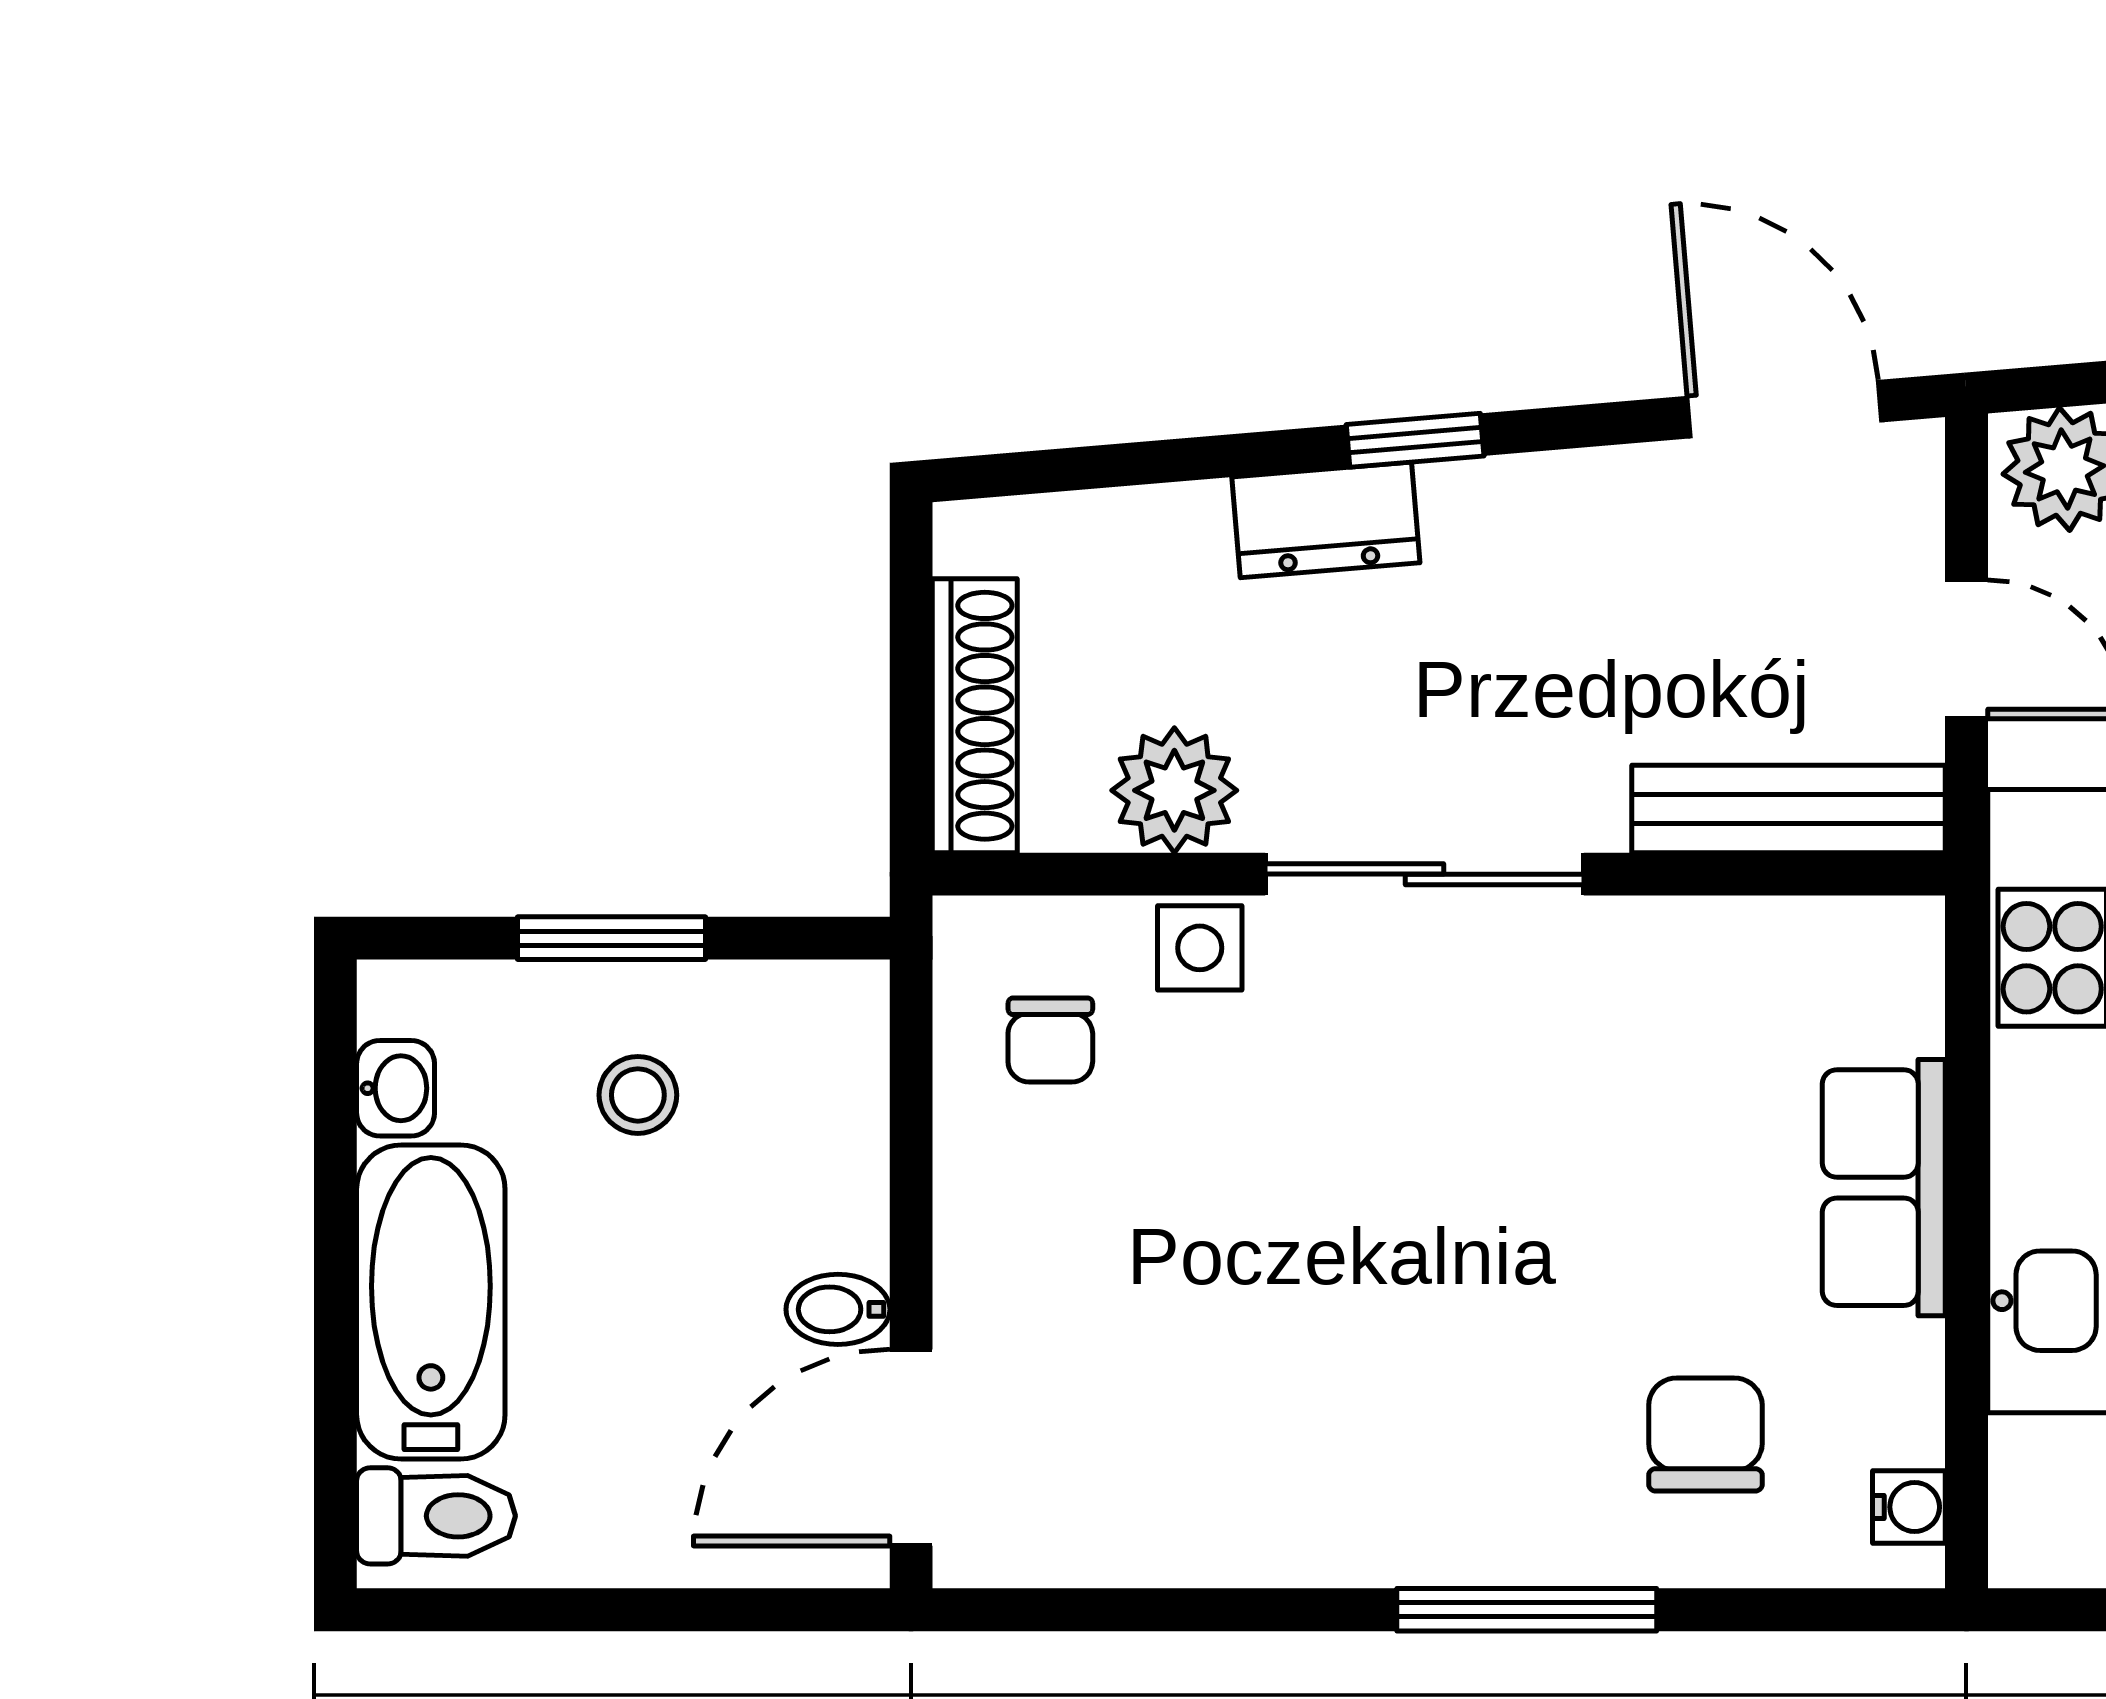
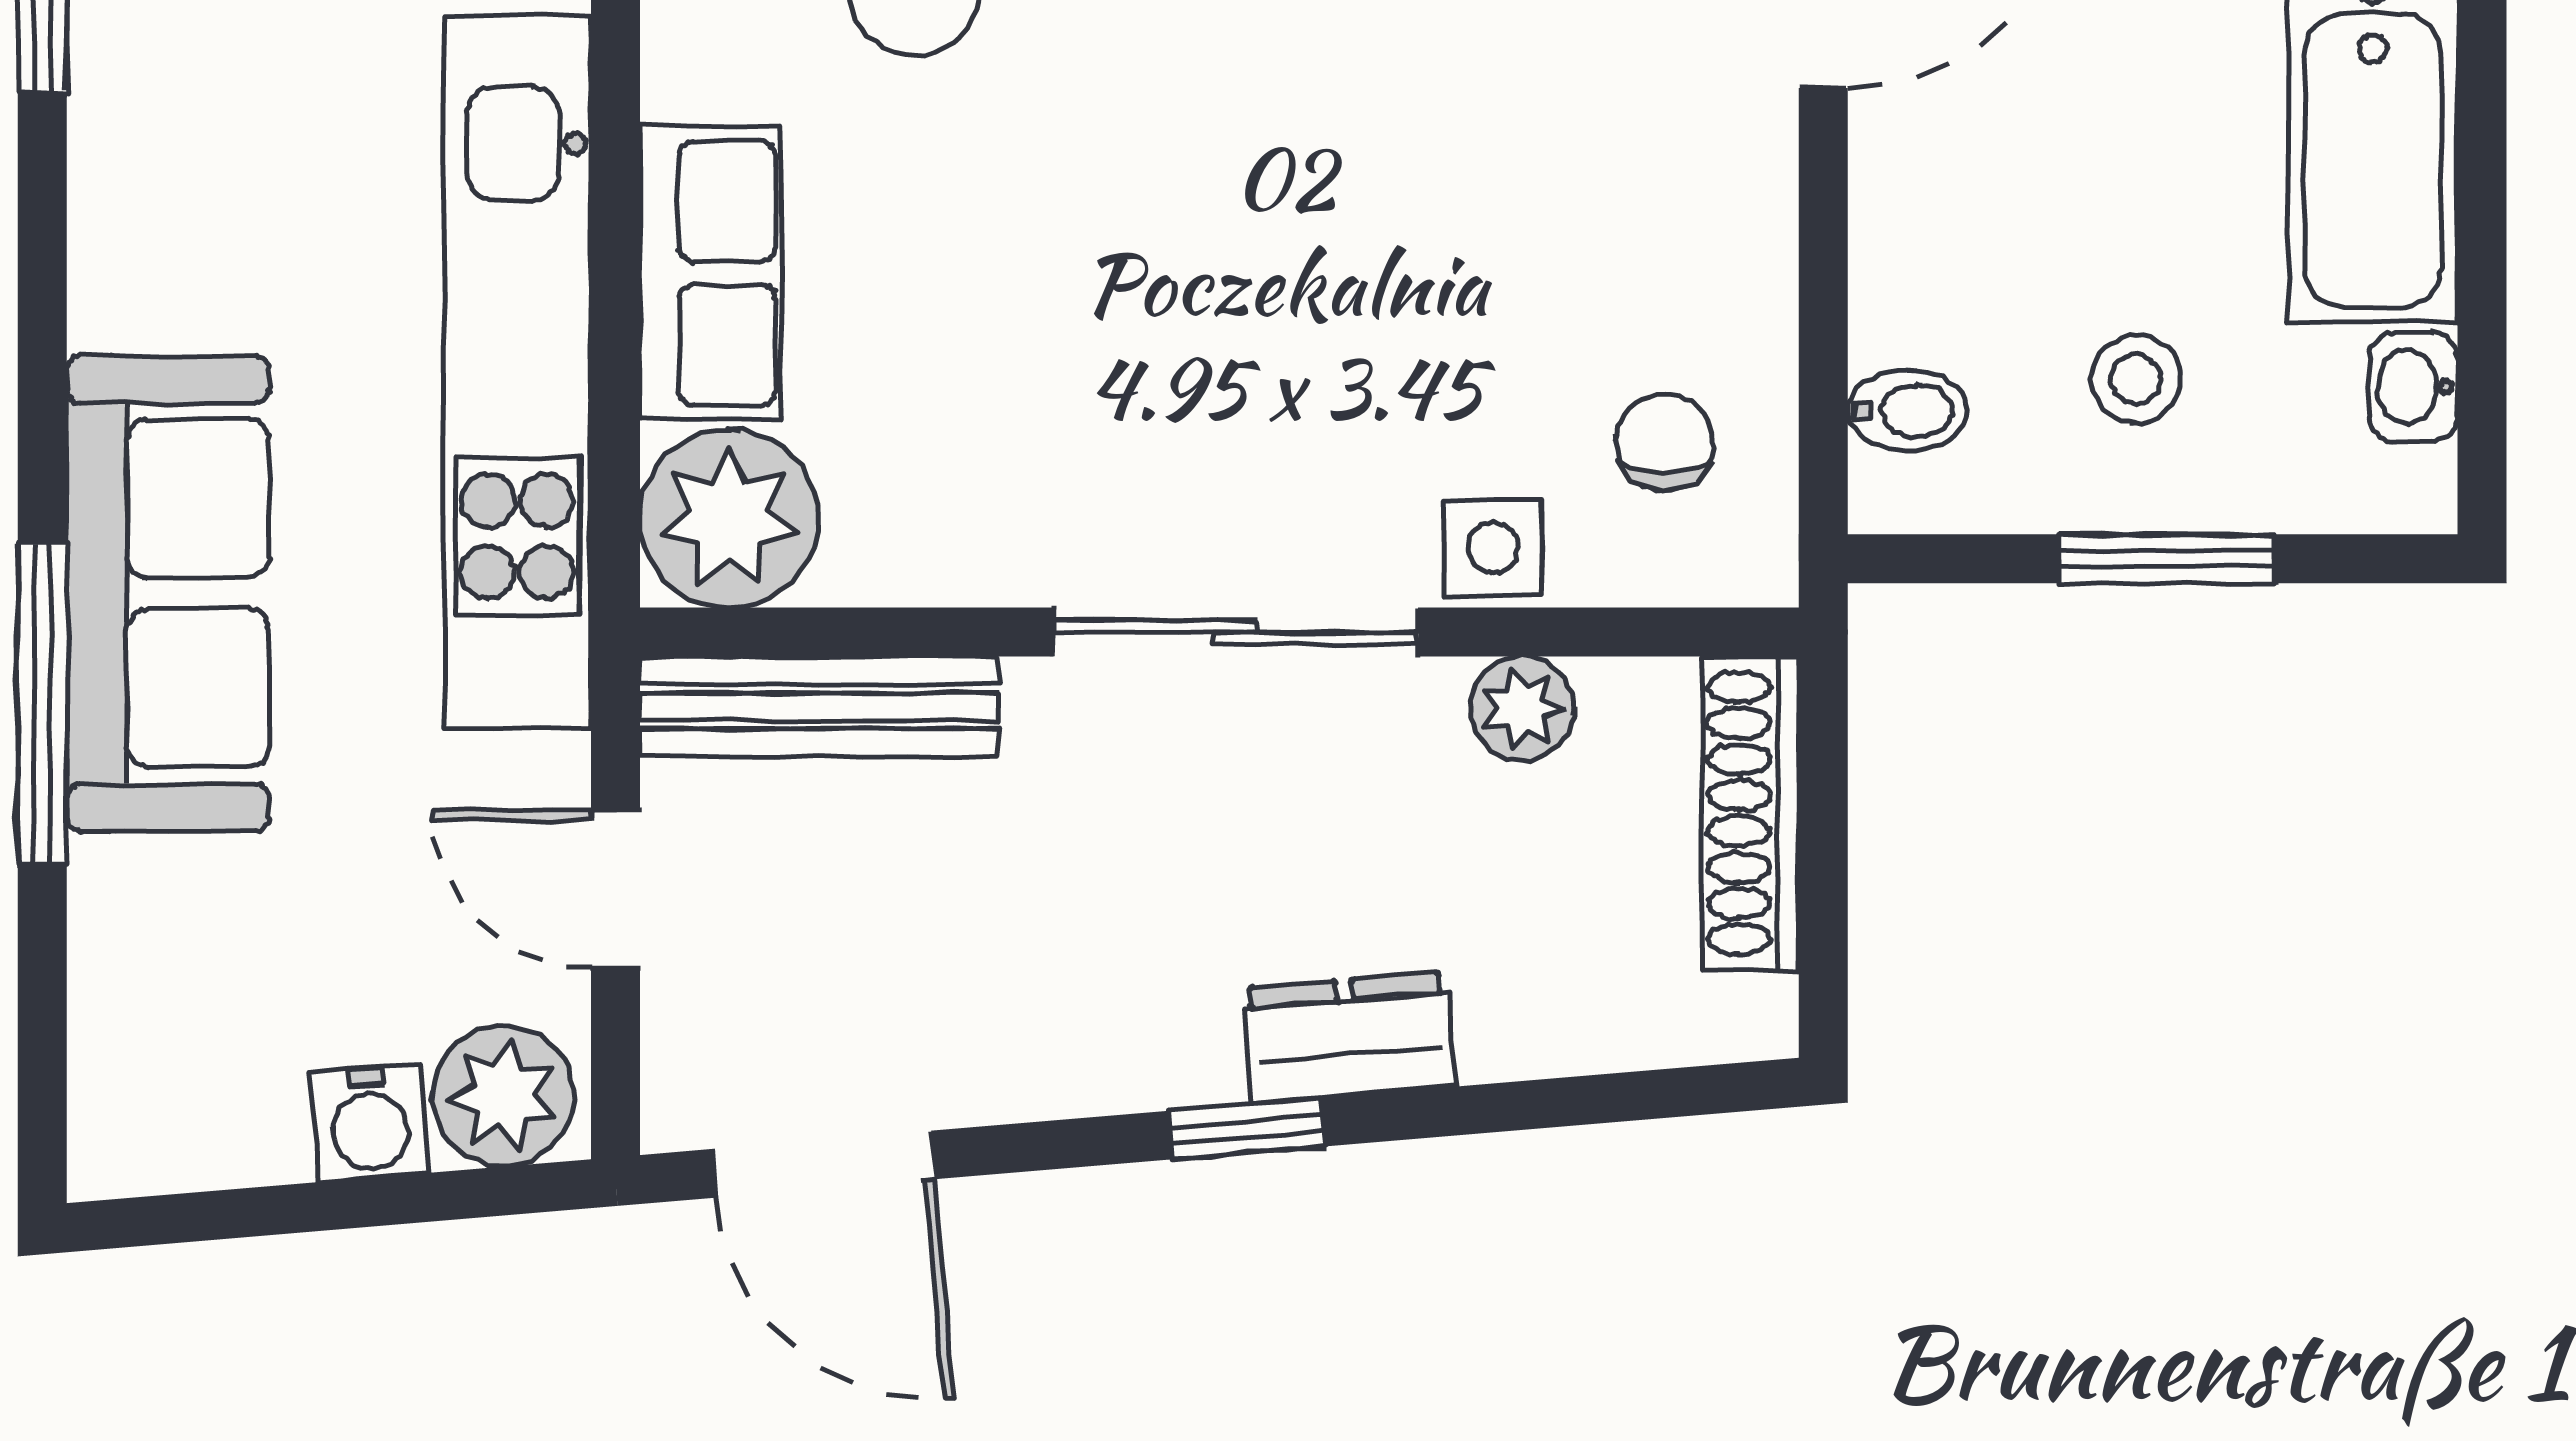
plant: (1174, 790) -> (1522, 708), width x0.73, depth x0.73
plant: (1867, 973) -> (729, 519), added
bidet: (838, 1309) -> (1907, 411), moved

